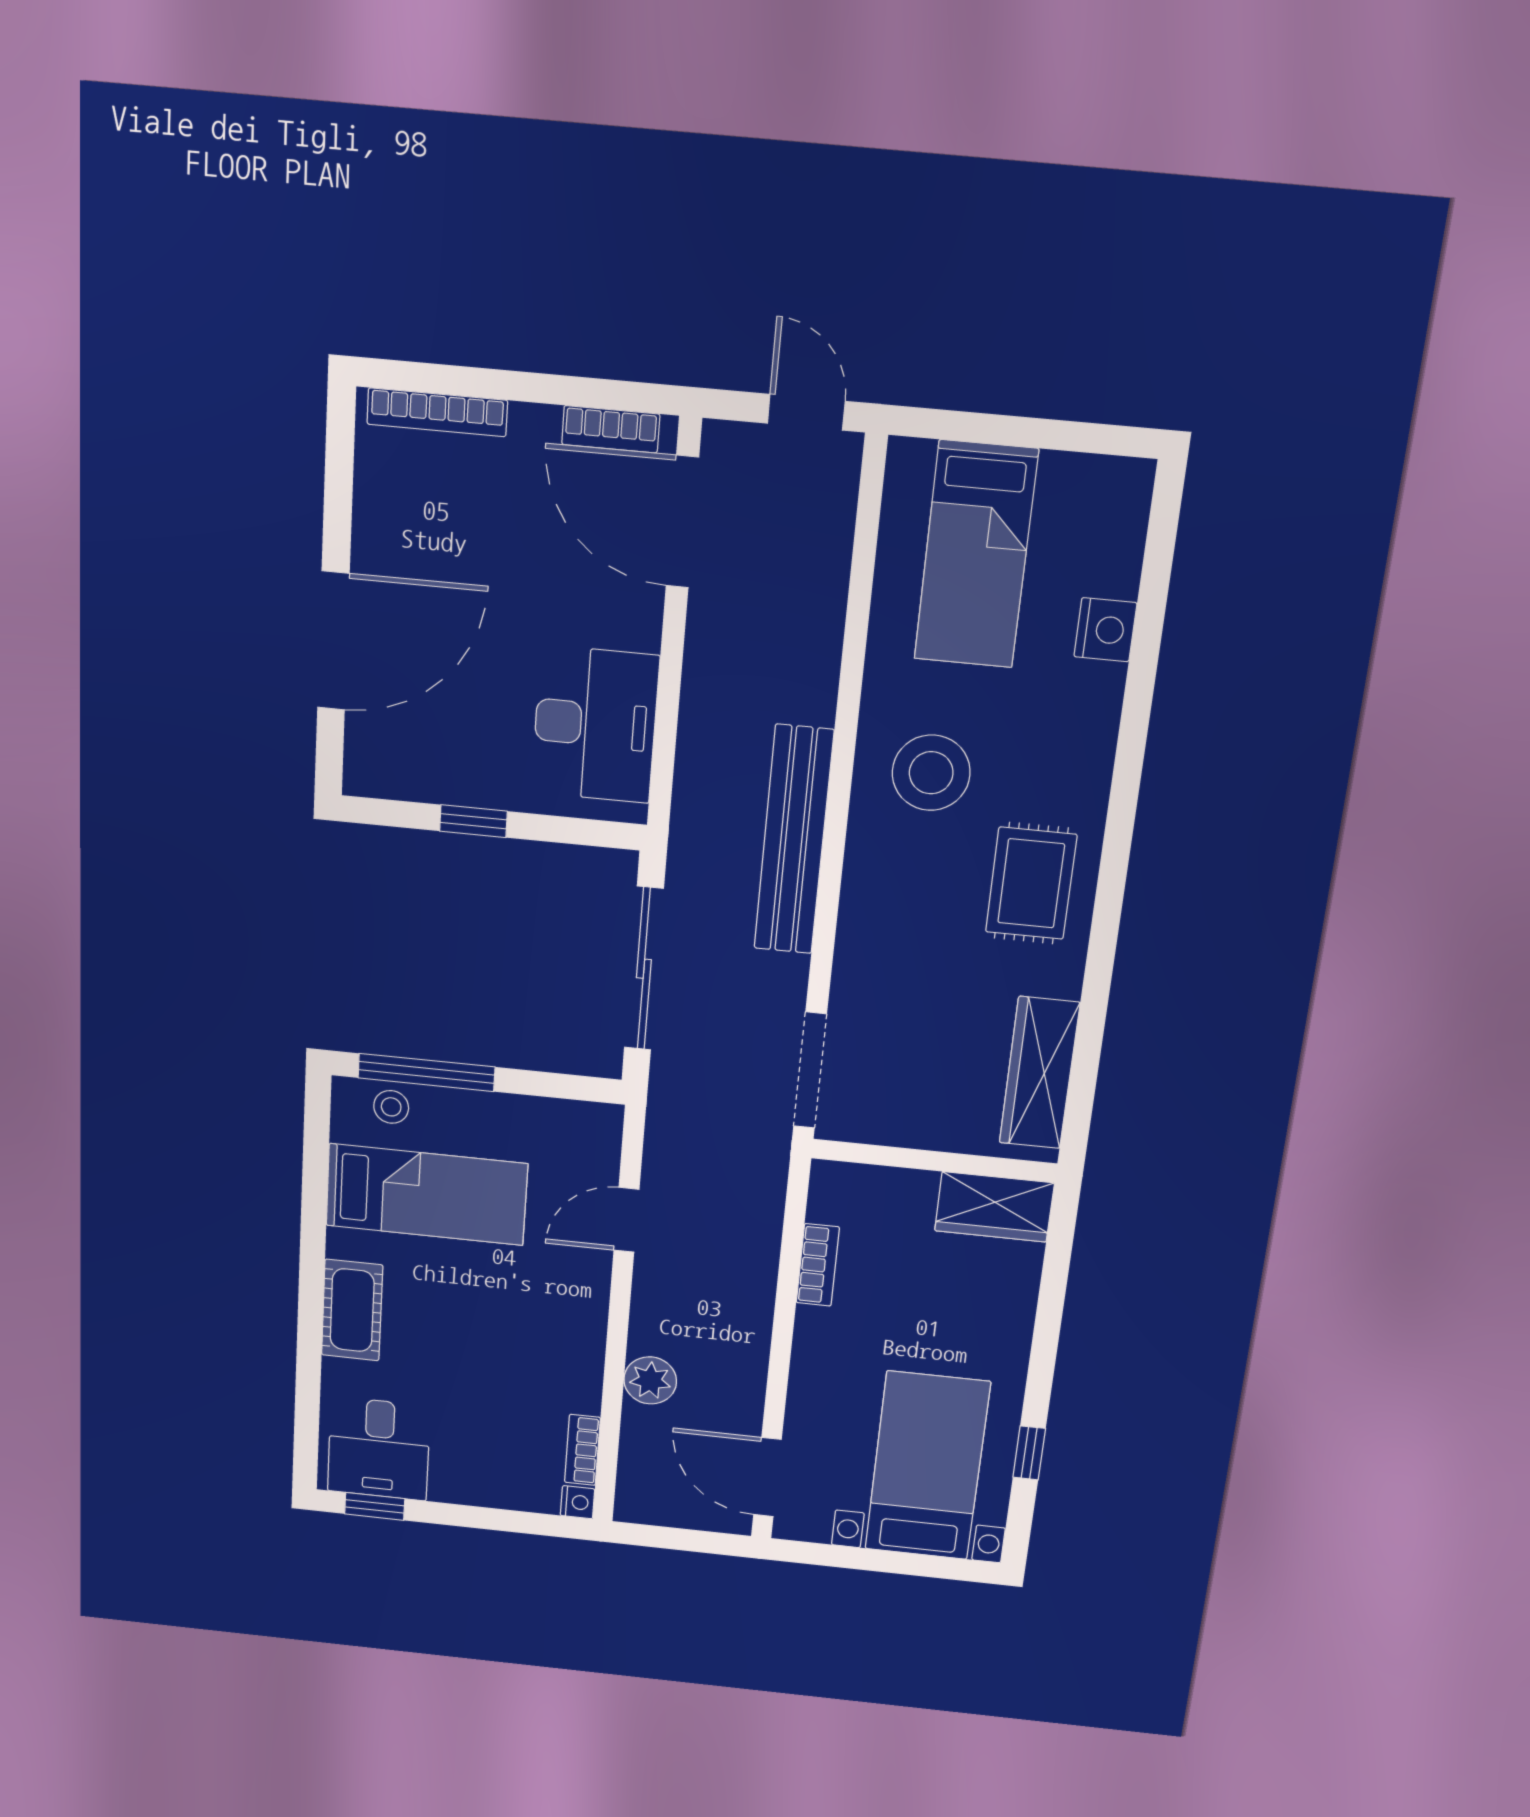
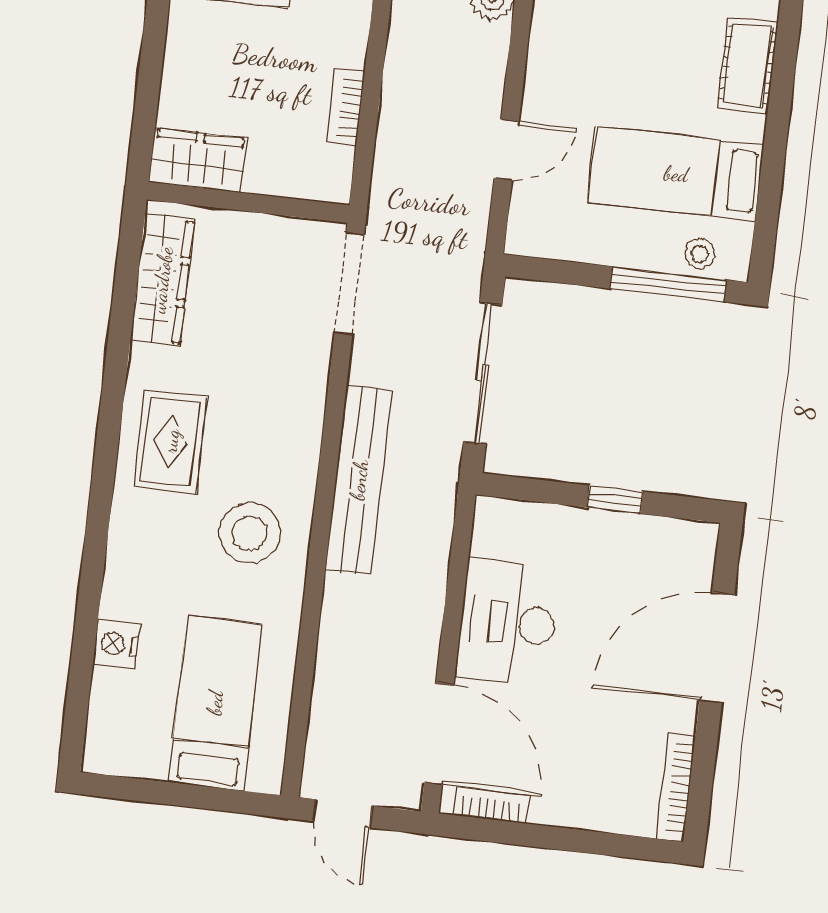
bookcase: (437, 412) -> (676, 787), moved, turned -90
desk: (595, 724) -> (508, 623), moved

